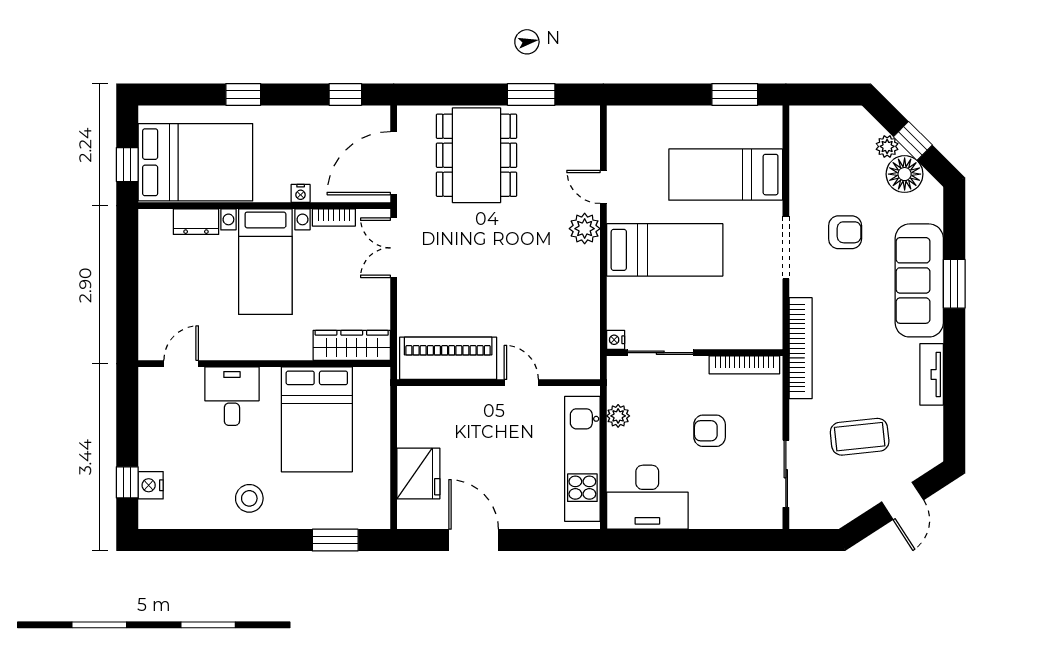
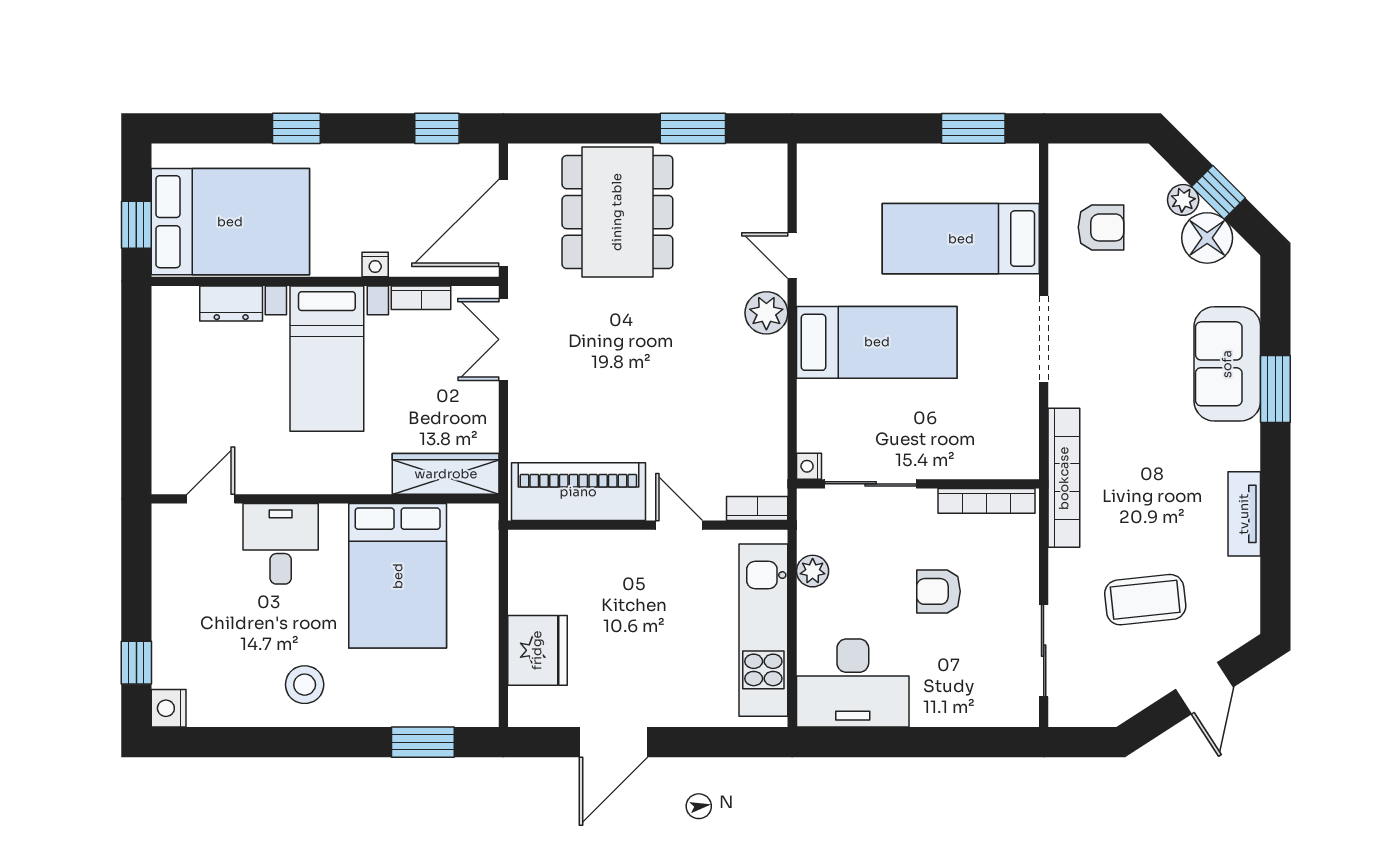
armchair: (845, 232) -> (1101, 227), moved
sofa: (919, 280) -> (1227, 364), width x0.73
bookcase: (578, 371) -> (757, 509), added
nightstand: (151, 485) -> (169, 708), moved
door: (474, 540) -> (614, 742), swing flipped

